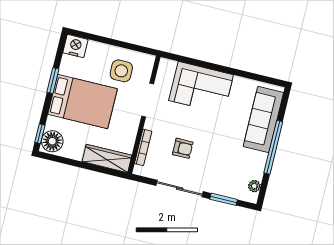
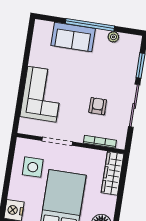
sofa: (263, 120) -> (73, 37), width x0.73
plant: (254, 186) -> (113, 37), moved

